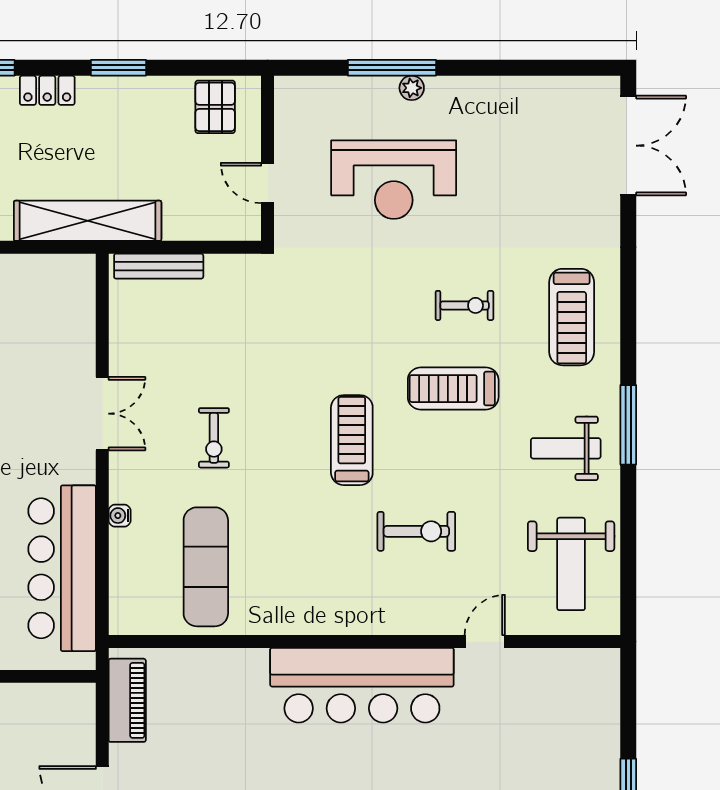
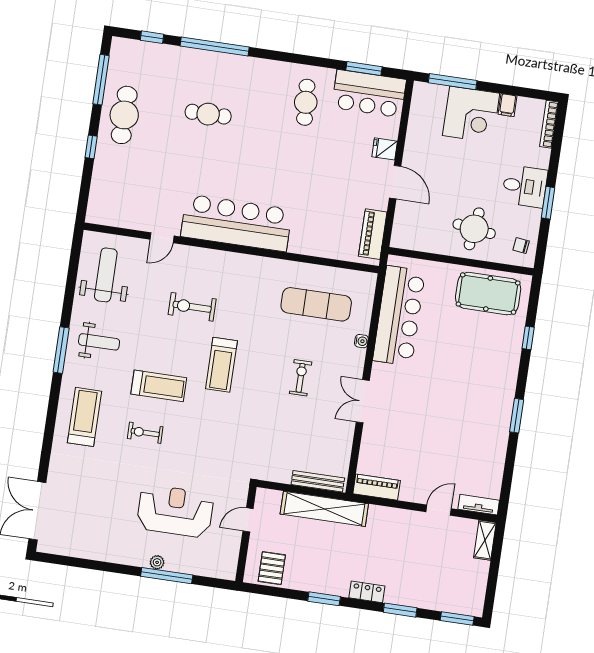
door: (268, 183) -> (248, 520), swing flipped
shelving: (88, 221) -> (324, 509), moved
piano: (57, 271) -> (377, 487), added
exercise mat: (206, 567) -> (316, 304), turned 90

